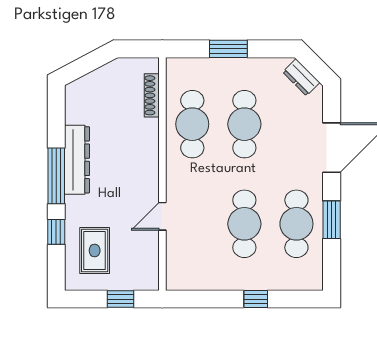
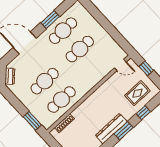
window: (228, 49) -> (32, 121), moved
window: (56, 176) -> (124, 131), width x0.69
door: (162, 216) -> (120, 65), moved
window: (256, 299) -> (103, 21), removed

